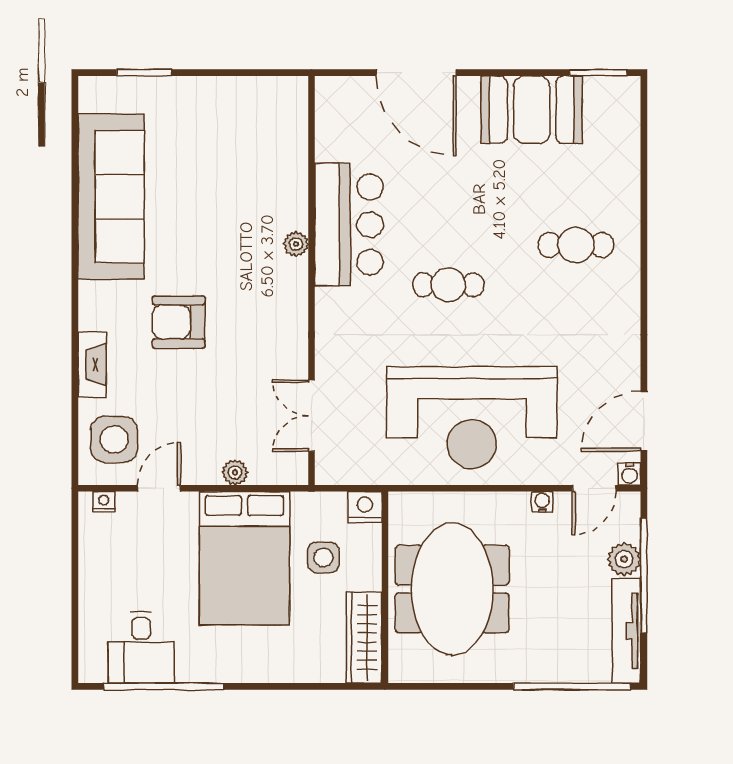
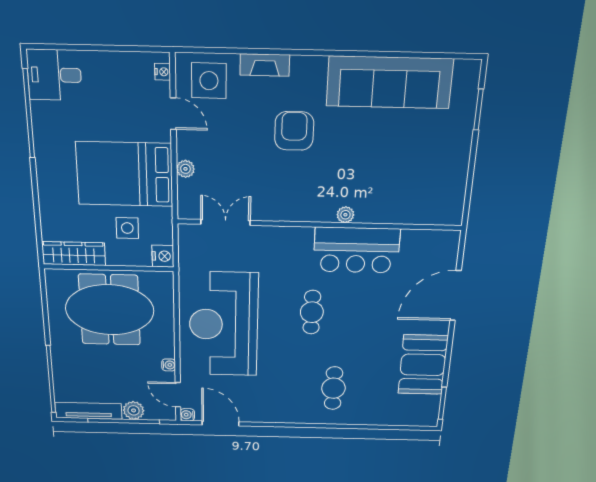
desk: (141, 648) -> (54, 75), moved

